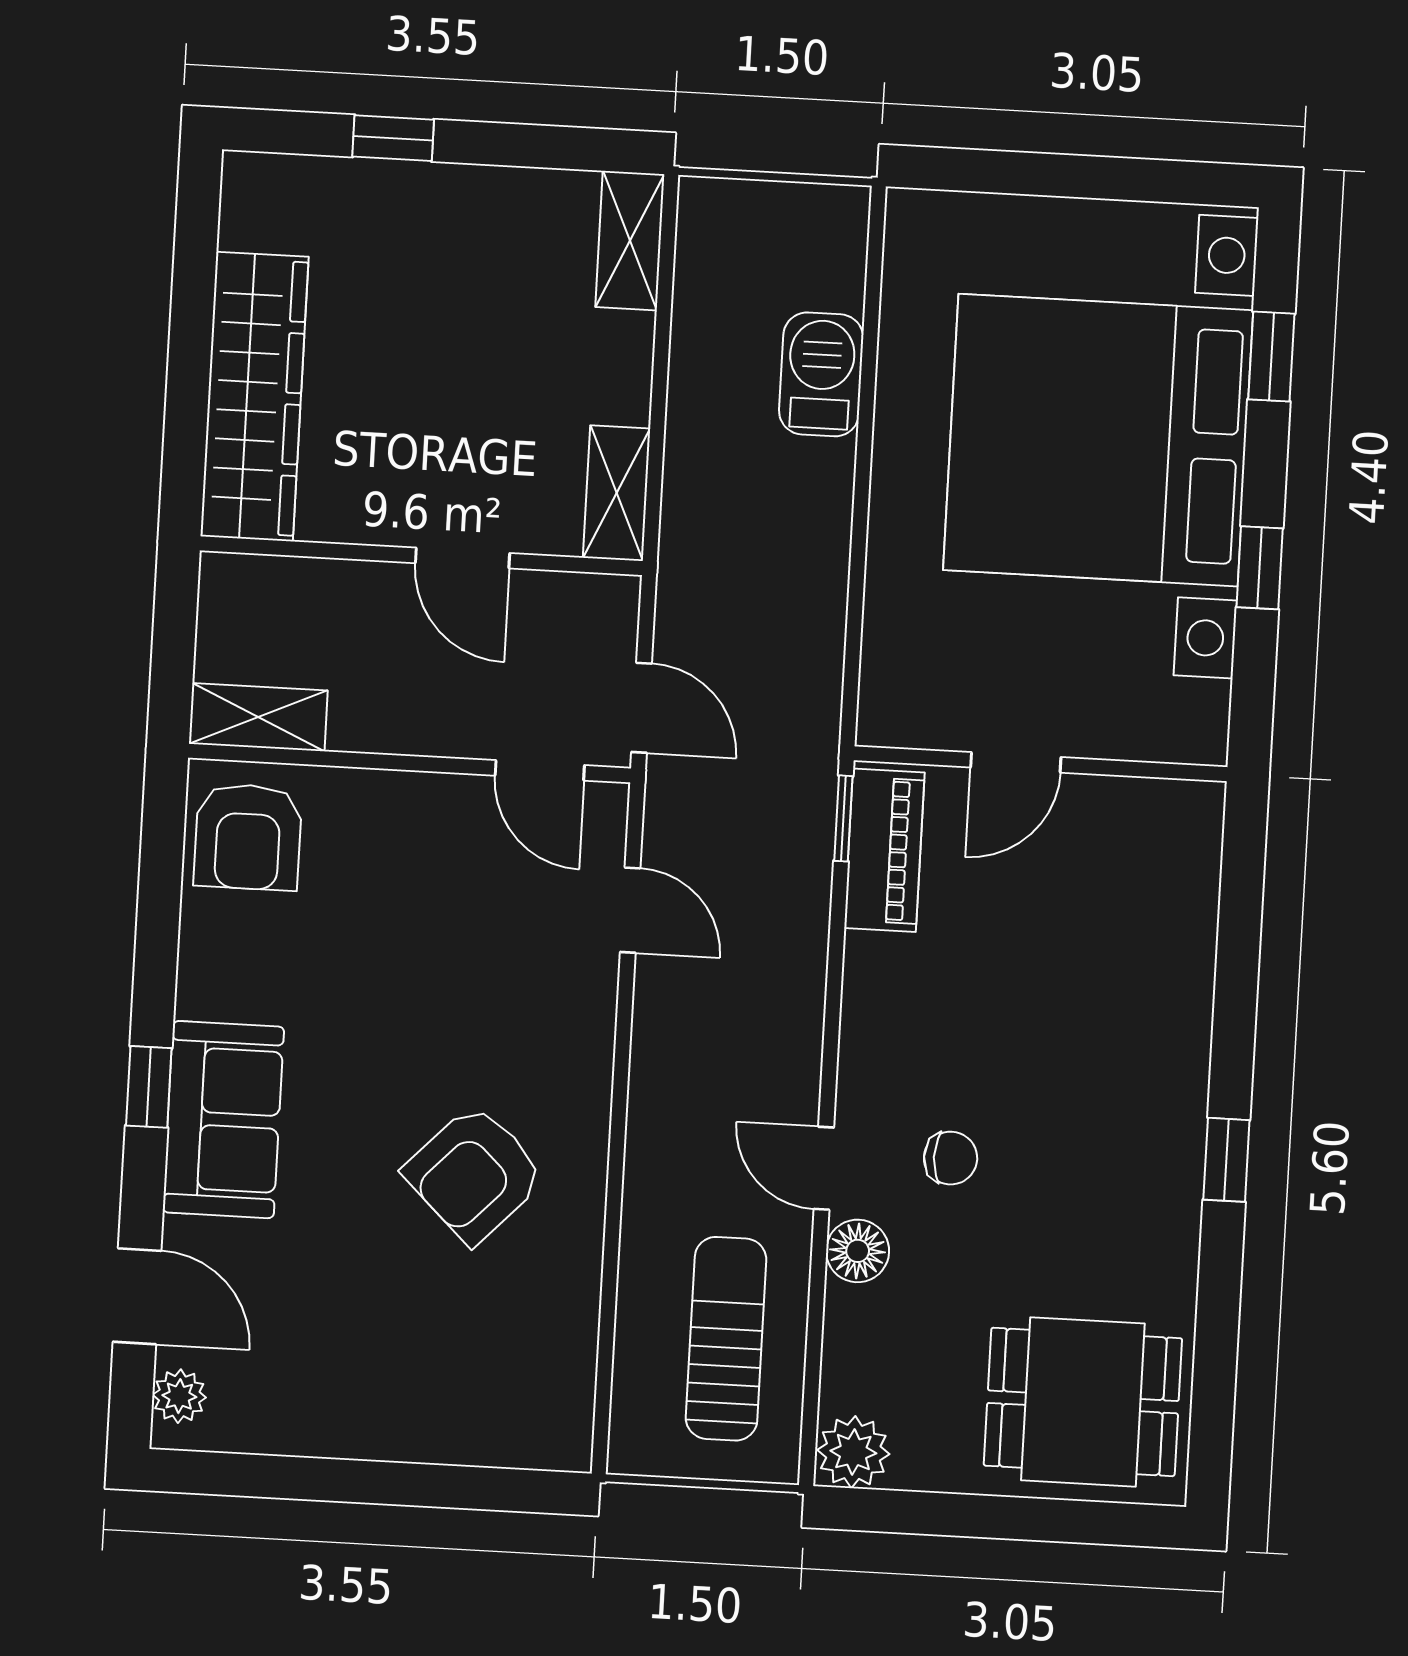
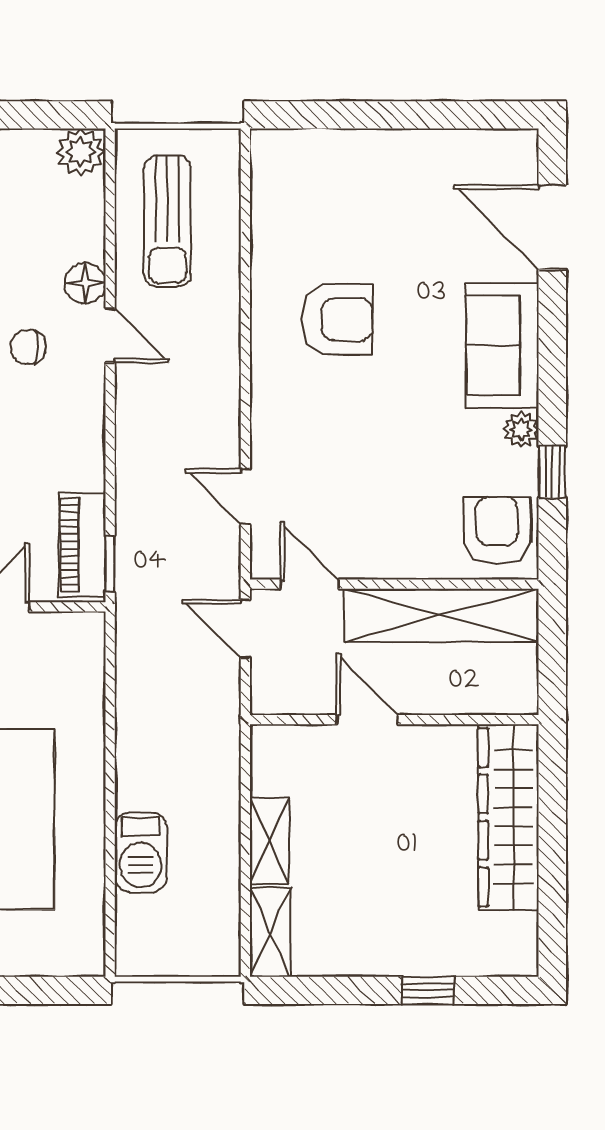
shelving: (617, 493) -> (269, 841), moved
shelving: (258, 717) -> (441, 615), width x2.20, depth x1.33
window: (149, 1087) -> (552, 472), moved
armchair: (474, 1174) -> (337, 319), turned 46
door: (137, 1296) -> (552, 227), width x1.38
plant: (179, 1396) -> (521, 429), moved

